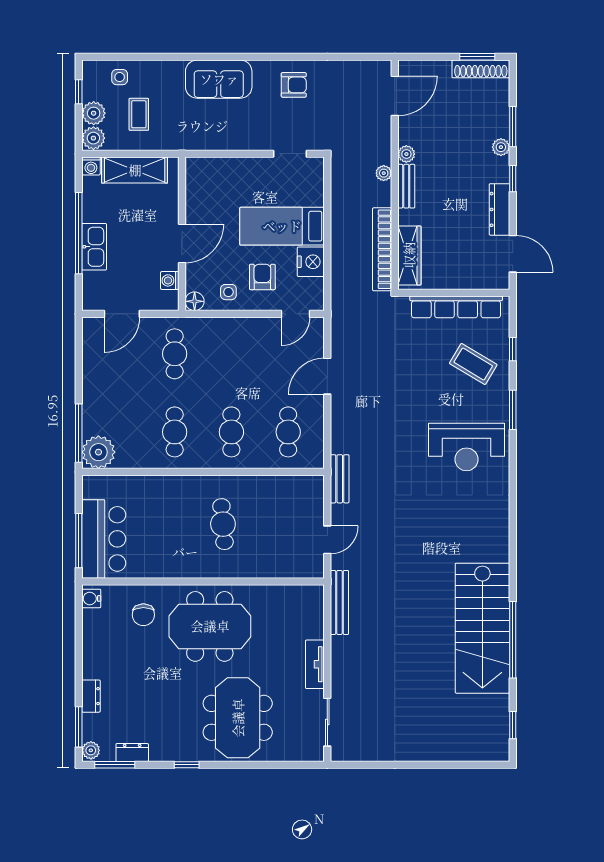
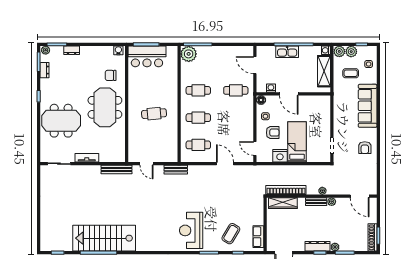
sofa: (219, 79) -> (368, 106), width x1.36
dresser: (499, 209) -> (318, 246), moved
row of seats: (456, 307) -> (258, 237), width x0.50

